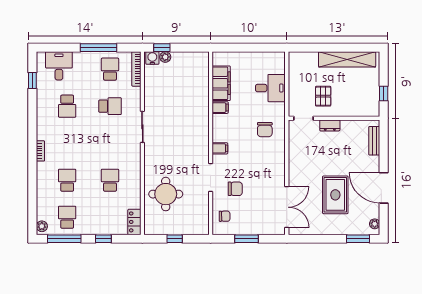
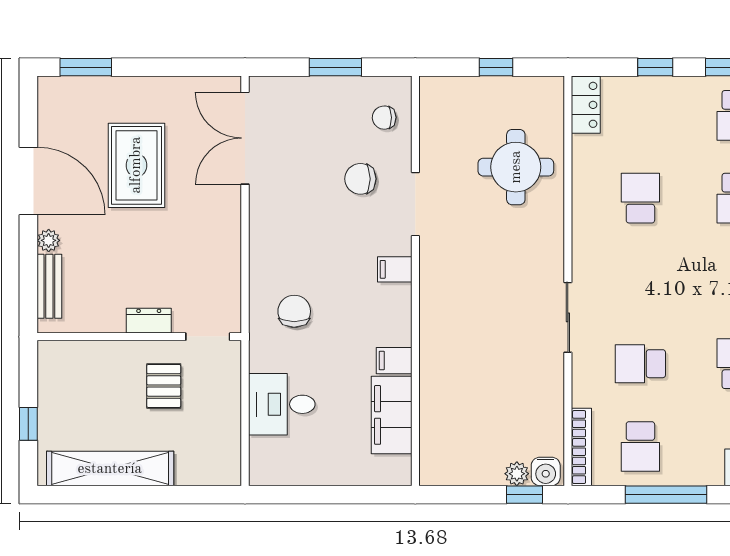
window: (384, 93) -> (28, 424), moved
school desk: (110, 180) -> (640, 198), turned 180
plant: (375, 224) -> (49, 240), moved

